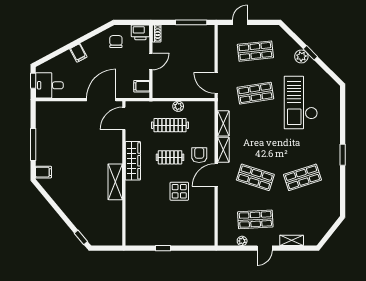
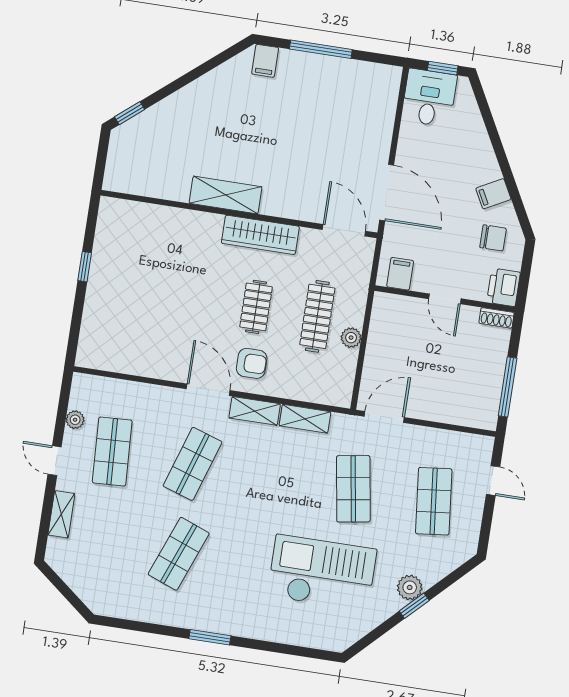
filing cabinet: (78, 53) -> (493, 194), moved
shop shelf: (302, 177) -> (179, 554), turned 39
display table: (179, 191) -> (188, 314), removed

